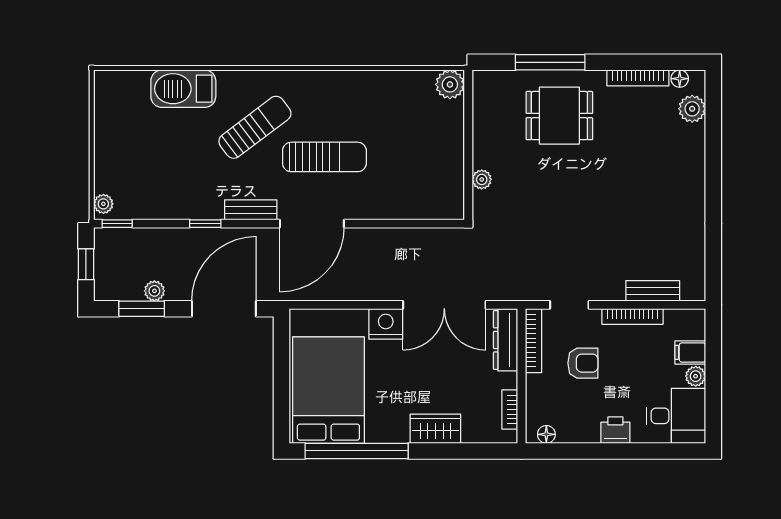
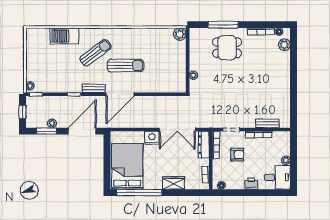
filing cabinet: (690, 352) -> (284, 150), removed

